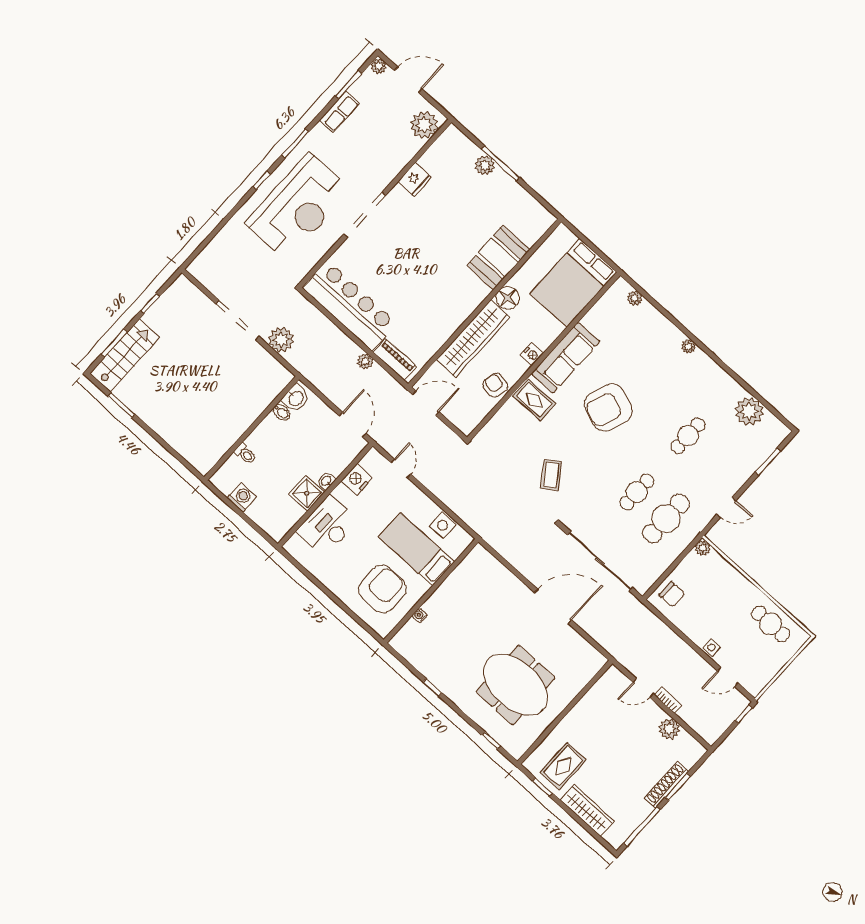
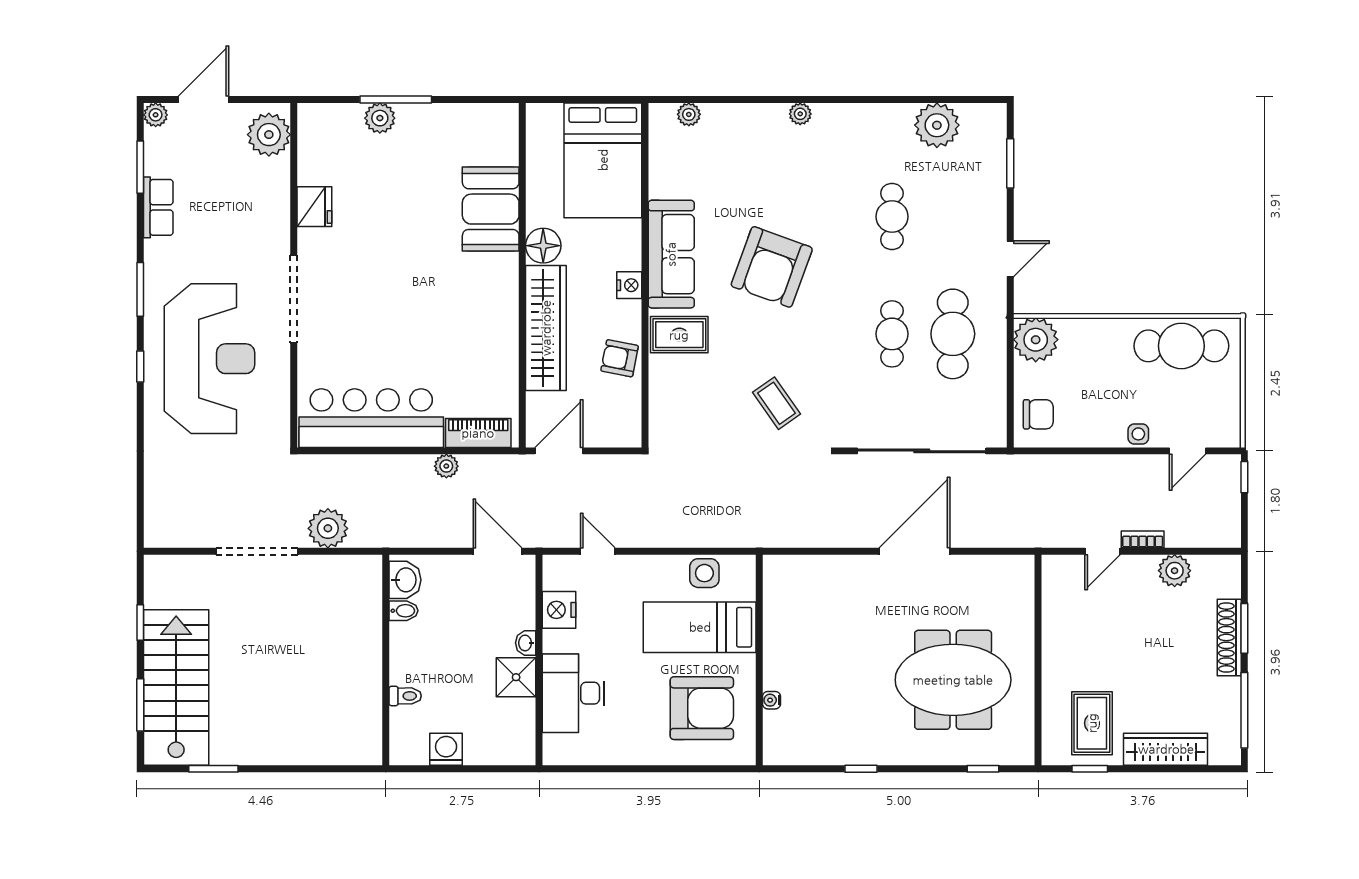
stairs: (125, 355) -> (176, 687), width x1.36, depth x1.51
plant: (703, 548) -> (1036, 340), width x1.87, depth x1.87
armchair: (382, 589) -> (702, 708), turned 90
cafe table: (771, 624) -> (1181, 346), width x1.37, depth x1.35

